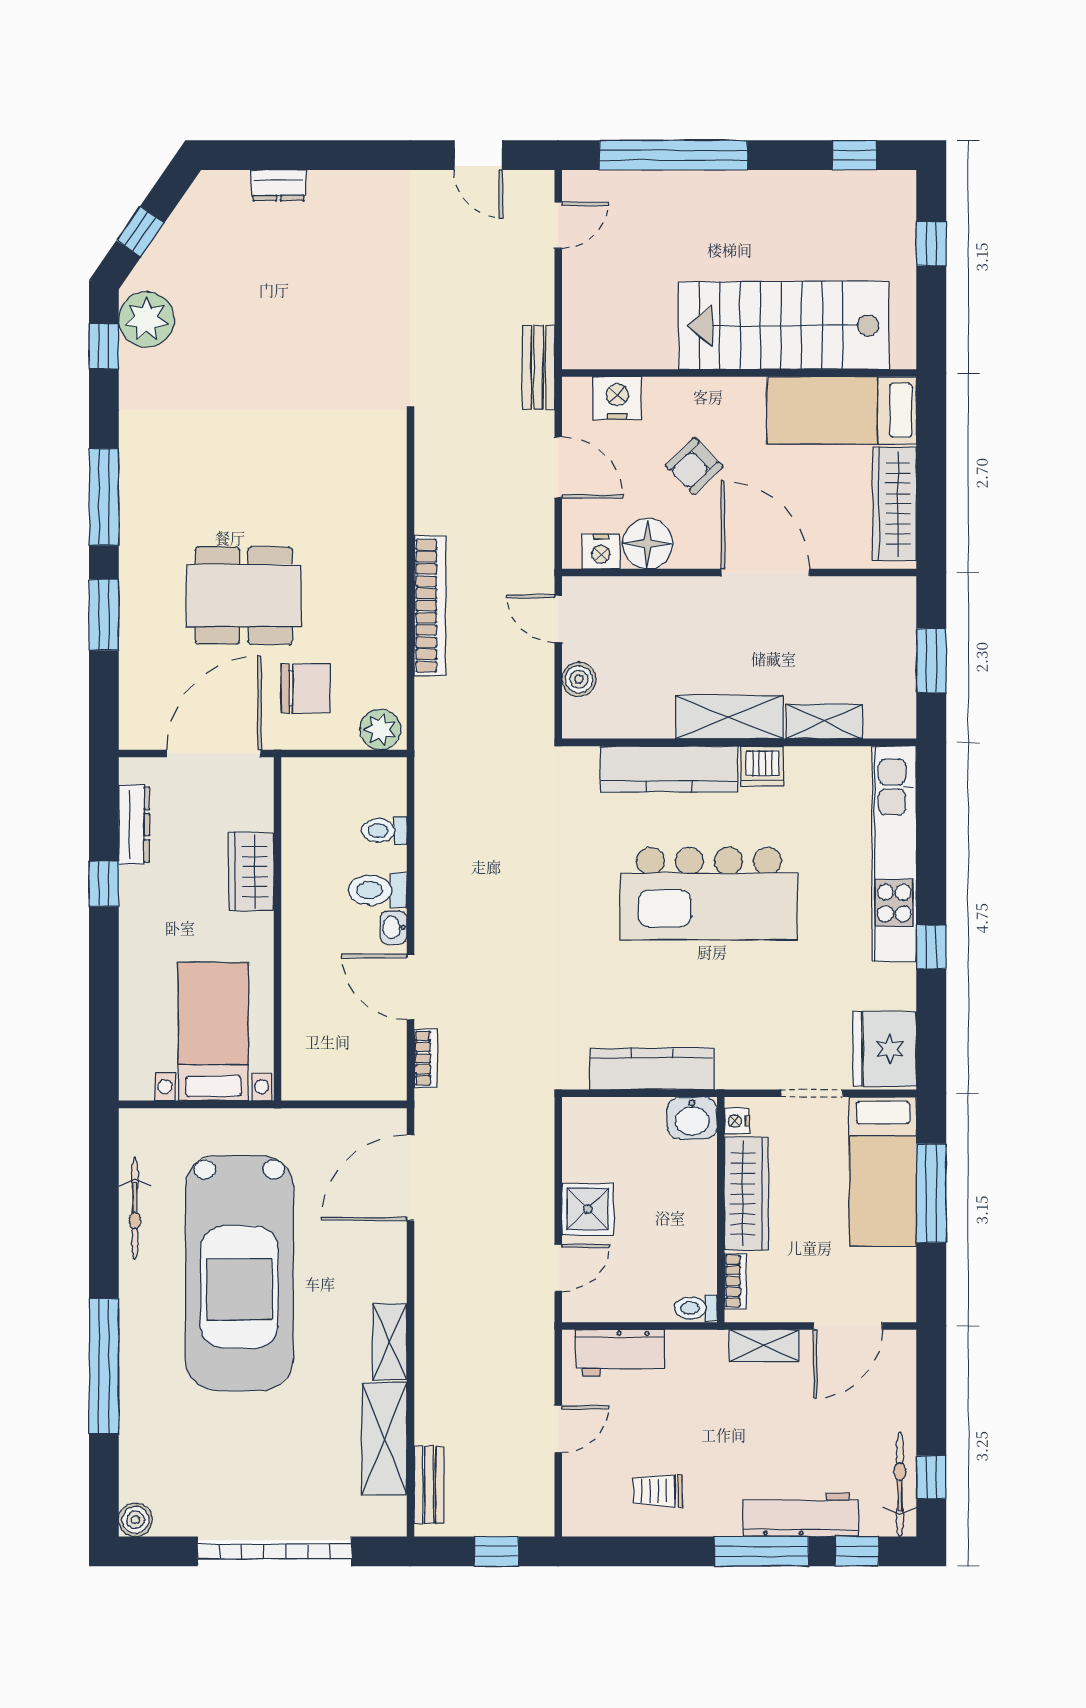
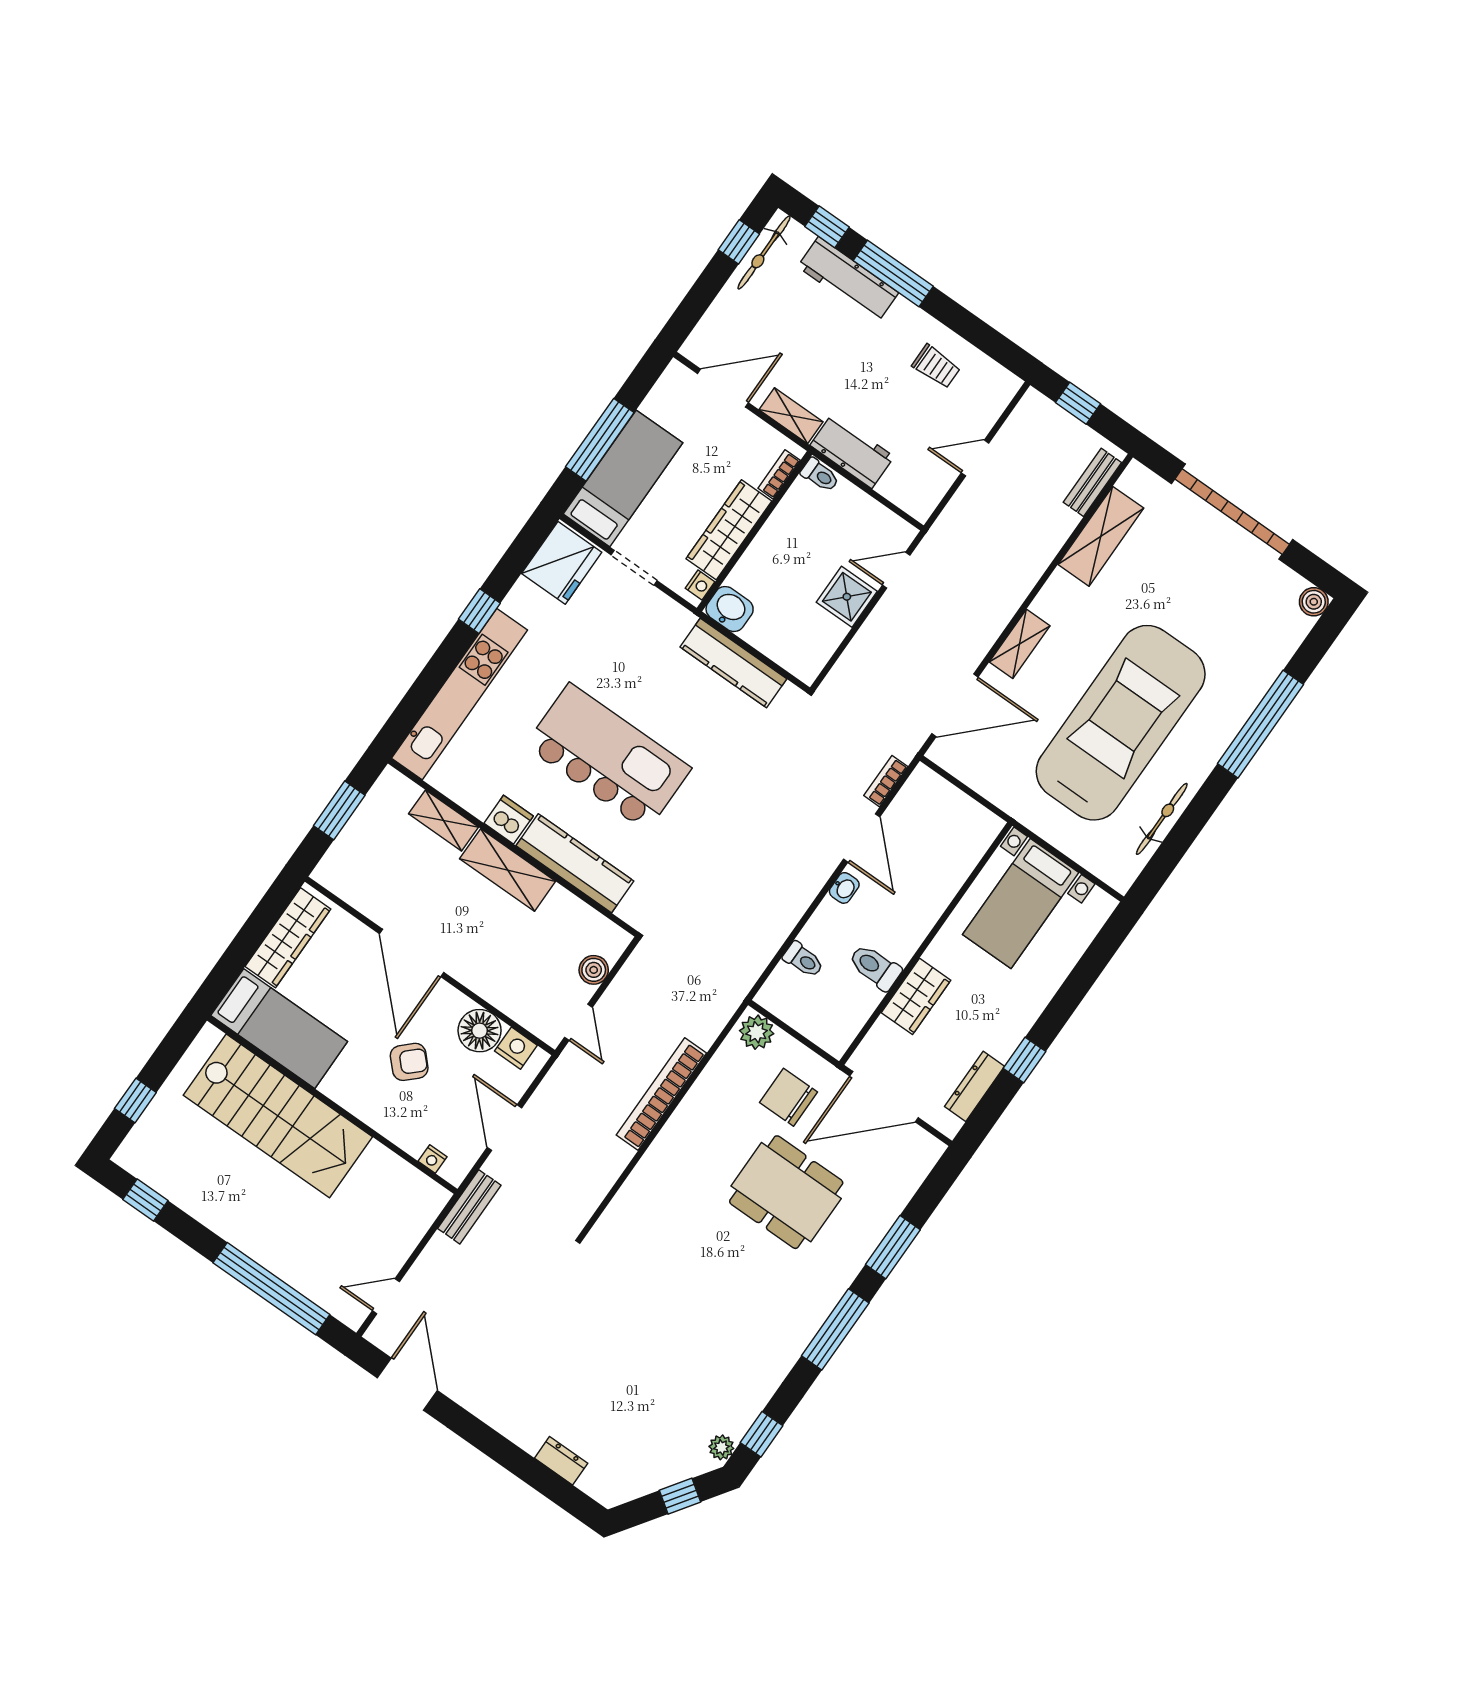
door: (478, 155) -> (407, 1384), width x1.37
plant: (146, 319) -> (721, 1447), width x0.53, depth x0.53
nightstand: (617, 398) -> (433, 1159), width x0.53, depth x0.56
toilet: (378, 890) -> (875, 967), moved, turned 180
shelving: (390, 1342) -> (1020, 644), moved
workbench: (620, 1353) -> (852, 451), moved

